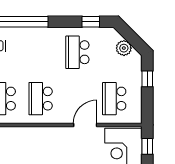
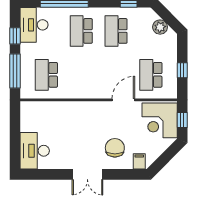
window: (147, 79) -> (182, 70), moved
school desk: (41, 99) -> (81, 31), moved

